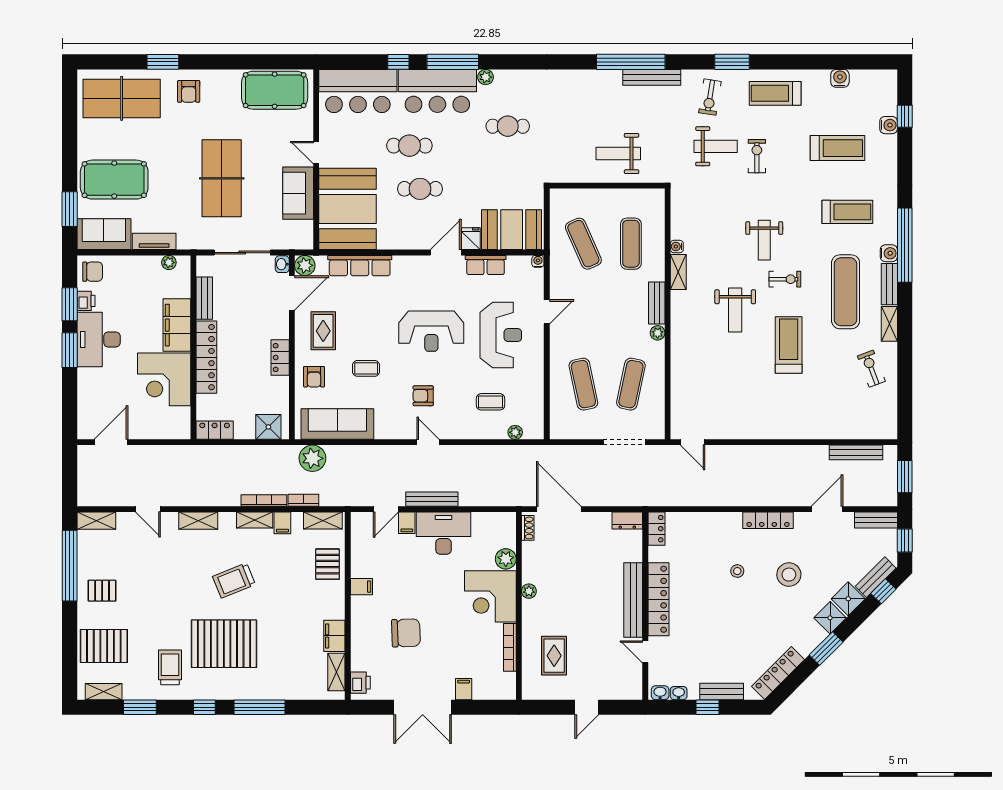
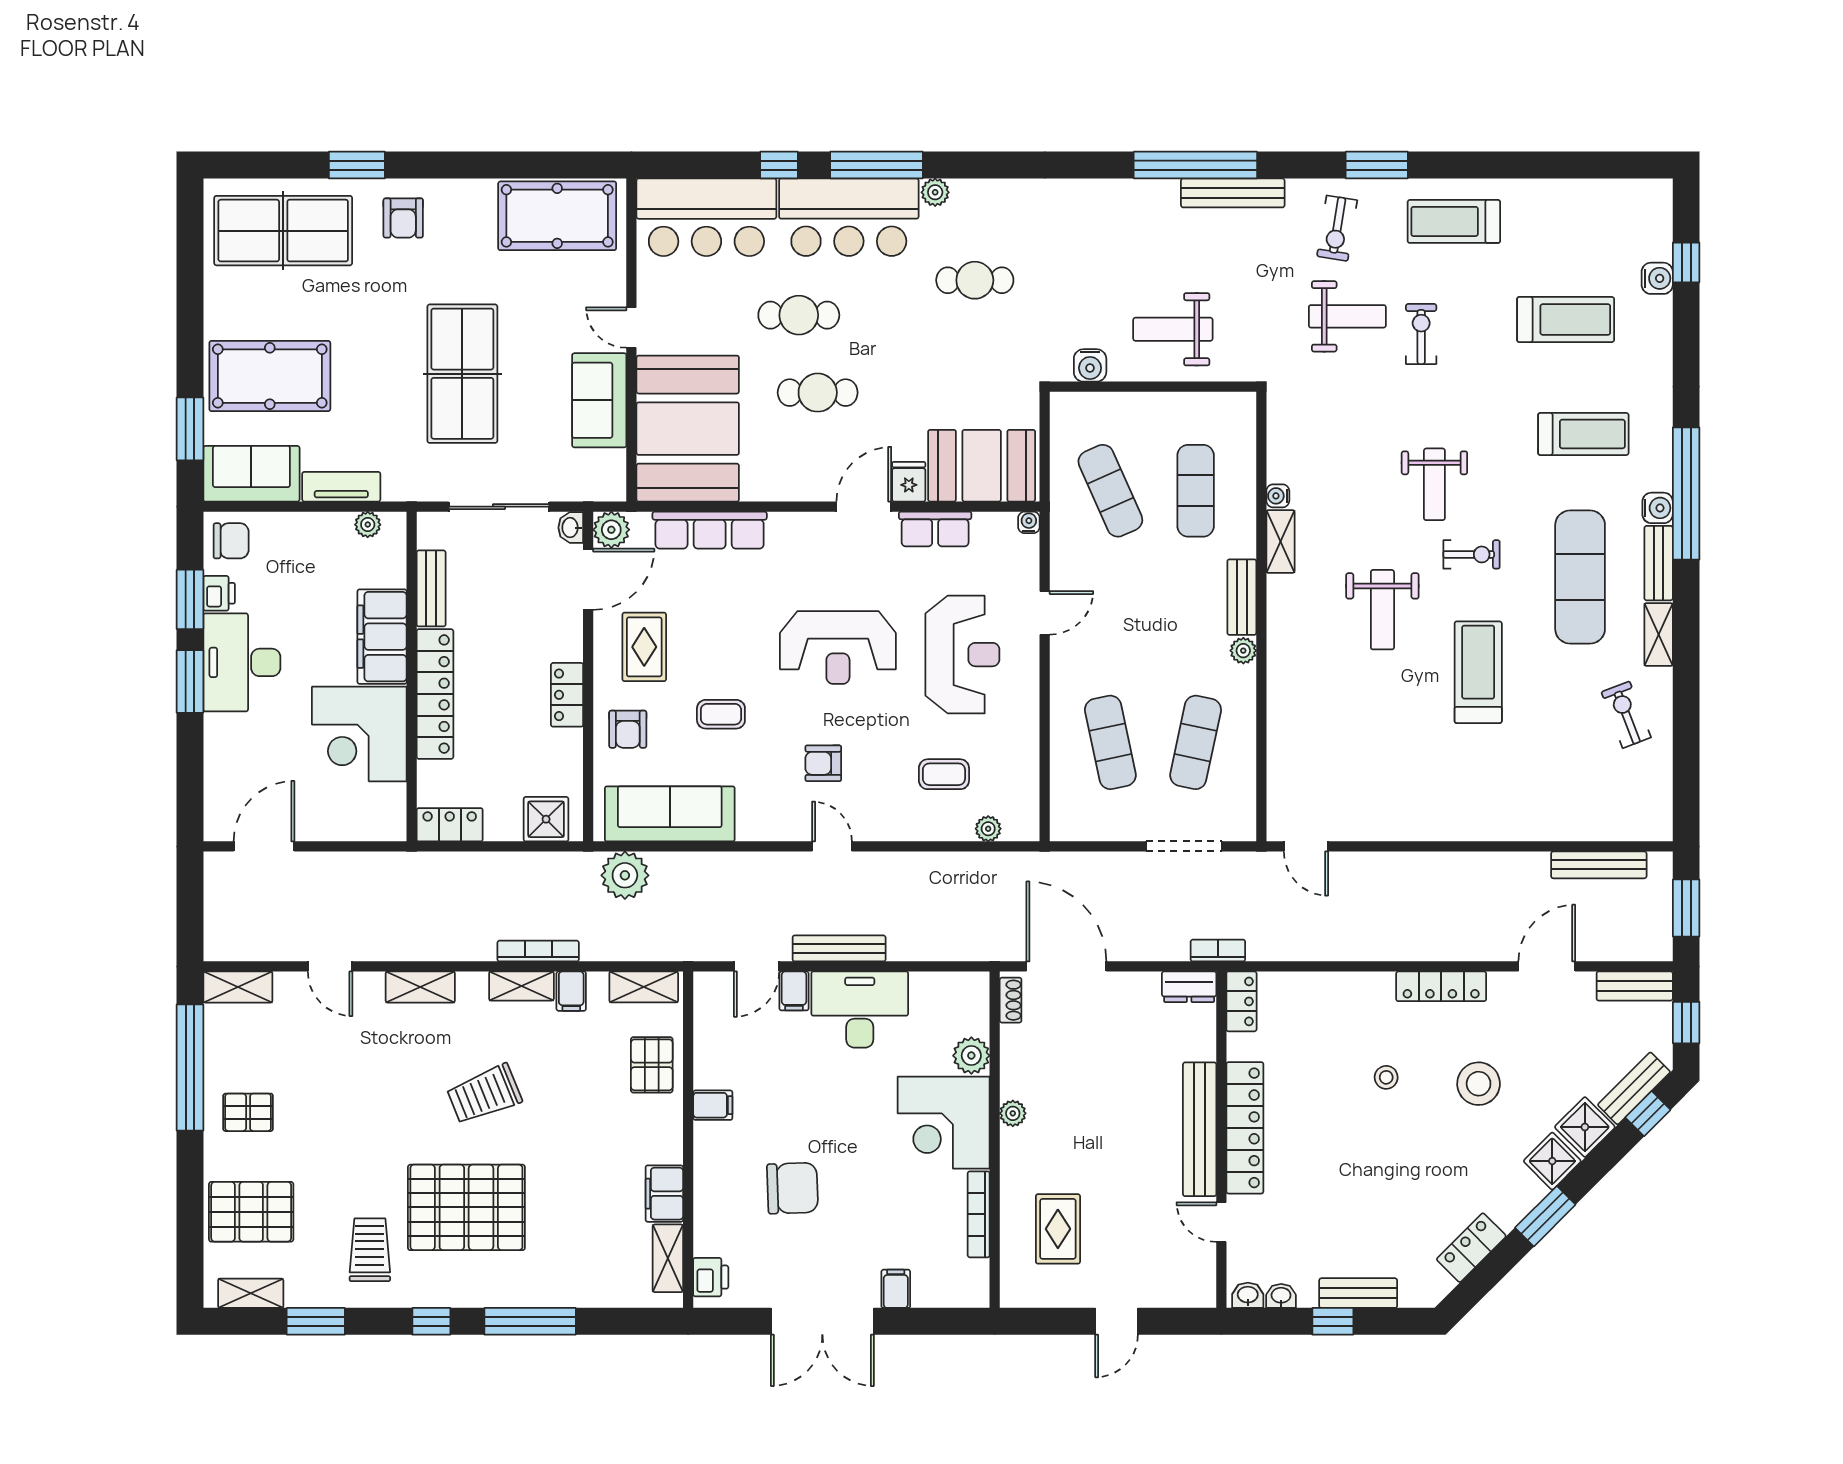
water cooler: (840, 78) -> (1090, 365), moved, turned 180
bookcase: (303, 500) -> (1218, 951), moved
locker: (778, 673) -> (1471, 1248), width x0.66

